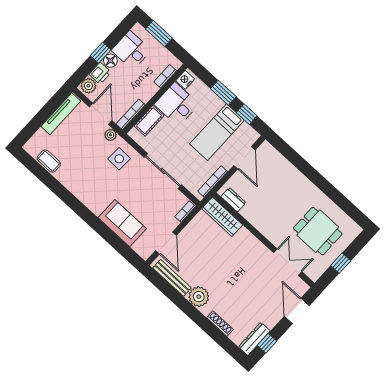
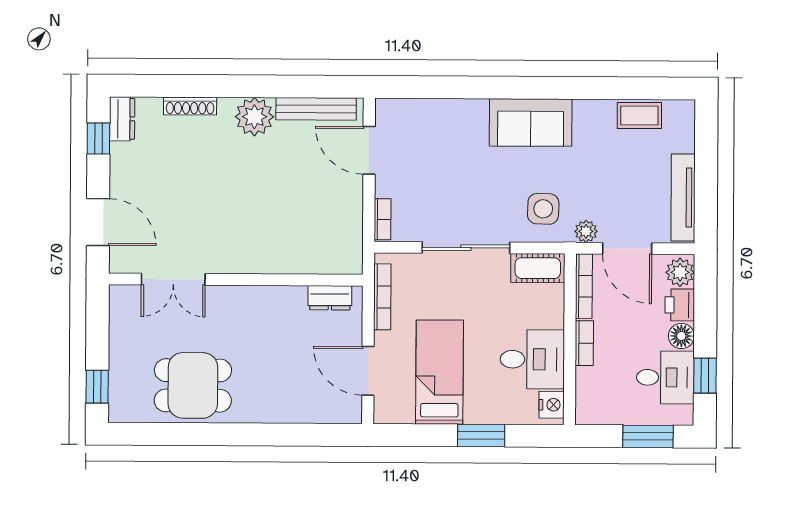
window: (101, 53) -> (705, 376), moved
bookcase: (165, 76) -> (584, 343), moved
window: (247, 114) -> (421, 435), removed
cot: (149, 121) -> (538, 268), moved, turned 90
wardrobe: (222, 217) -> (324, 259), removed
sofa: (122, 223) -> (531, 123), moved
dining table: (318, 231) -> (193, 385), moved
window: (341, 263) -> (97, 387), moved
dresser: (254, 339) -> (122, 119), width x0.70

